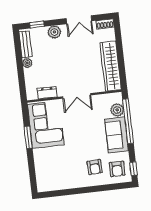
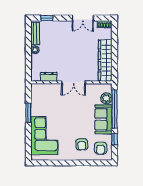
plant: (54, 32) -> (61, 26), removed
corner sofa: (46, 125) -> (44, 136), moved
window: (133, 169) -> (114, 139), moved

